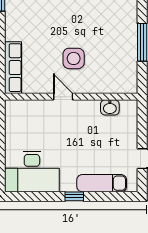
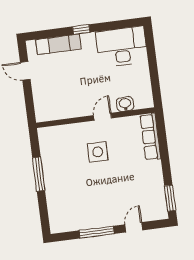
door: (63, 97) -> (103, 117), swing flipped
washbasin: (110, 107) -> (125, 104), moved

